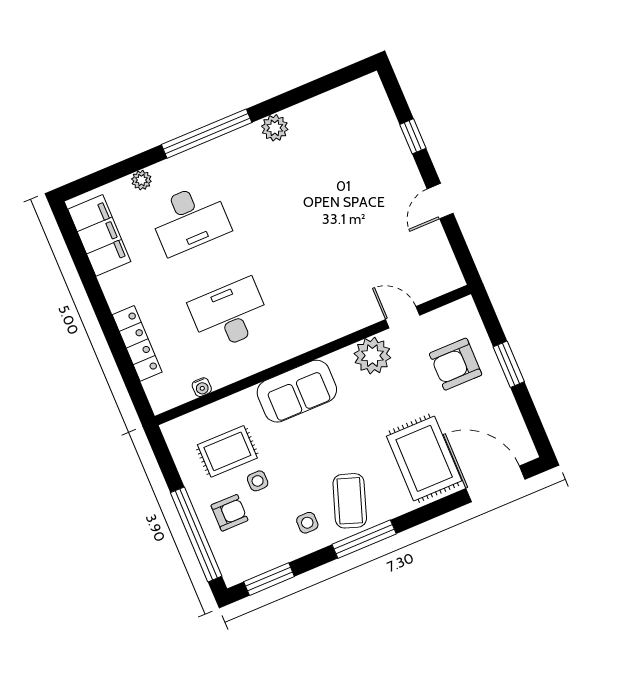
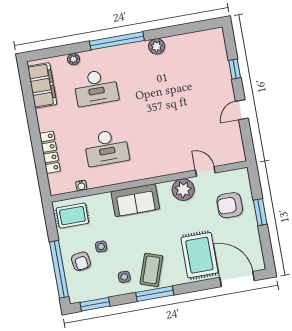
desk: (230, 315) -> (107, 148), turned 180
rug: (227, 451) -> (72, 216), moved
armchair: (230, 513) -> (81, 261), turned 81

